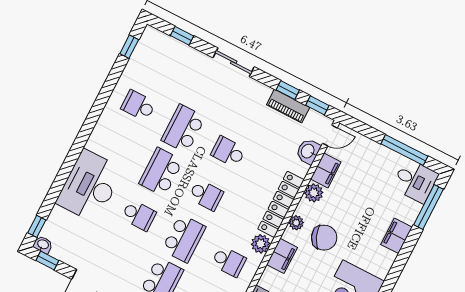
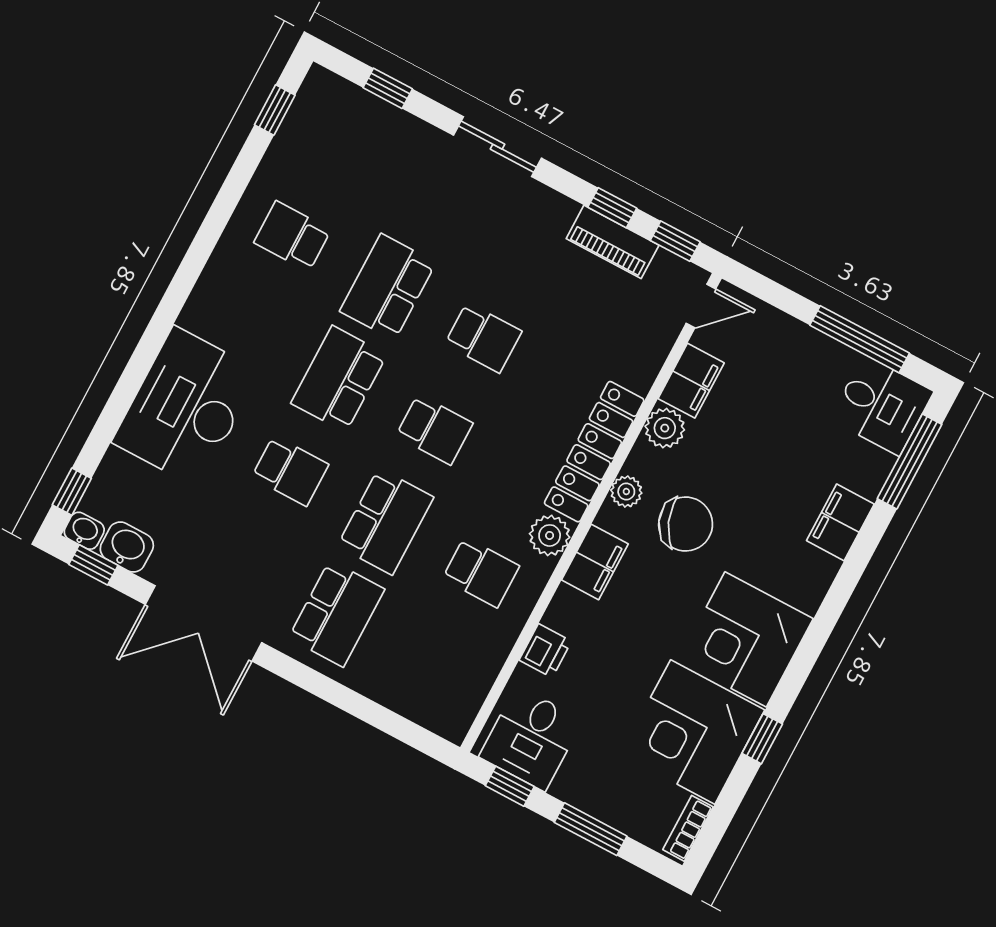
washbasin: (308, 151) -> (127, 547), moved, turned 90
school desk: (228, 152) -> (483, 338), turned 180

